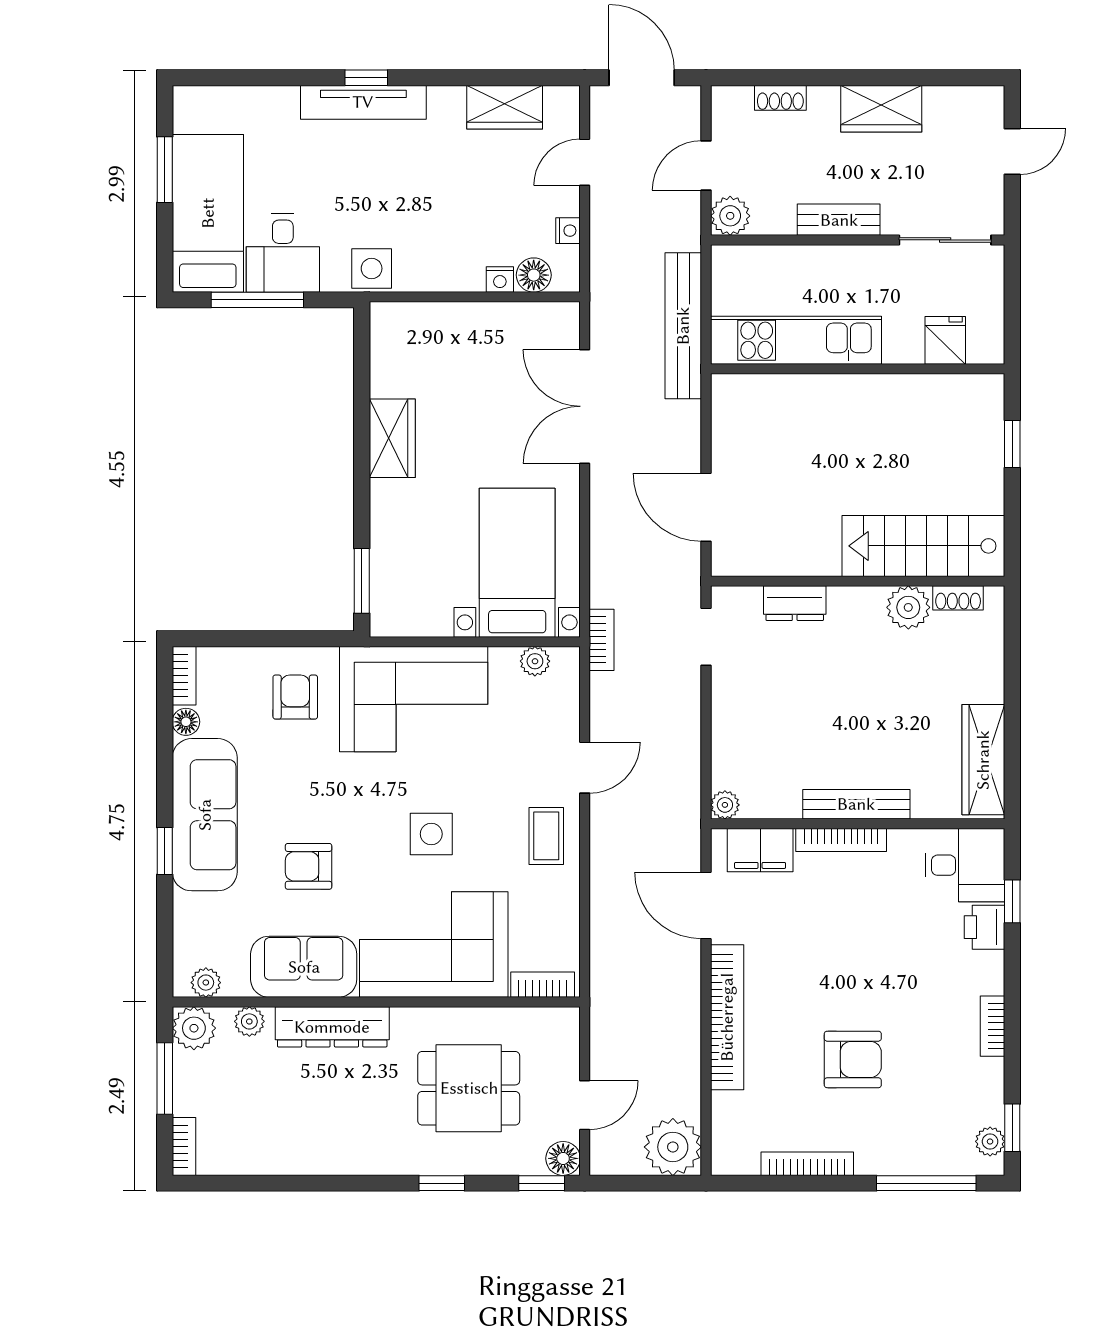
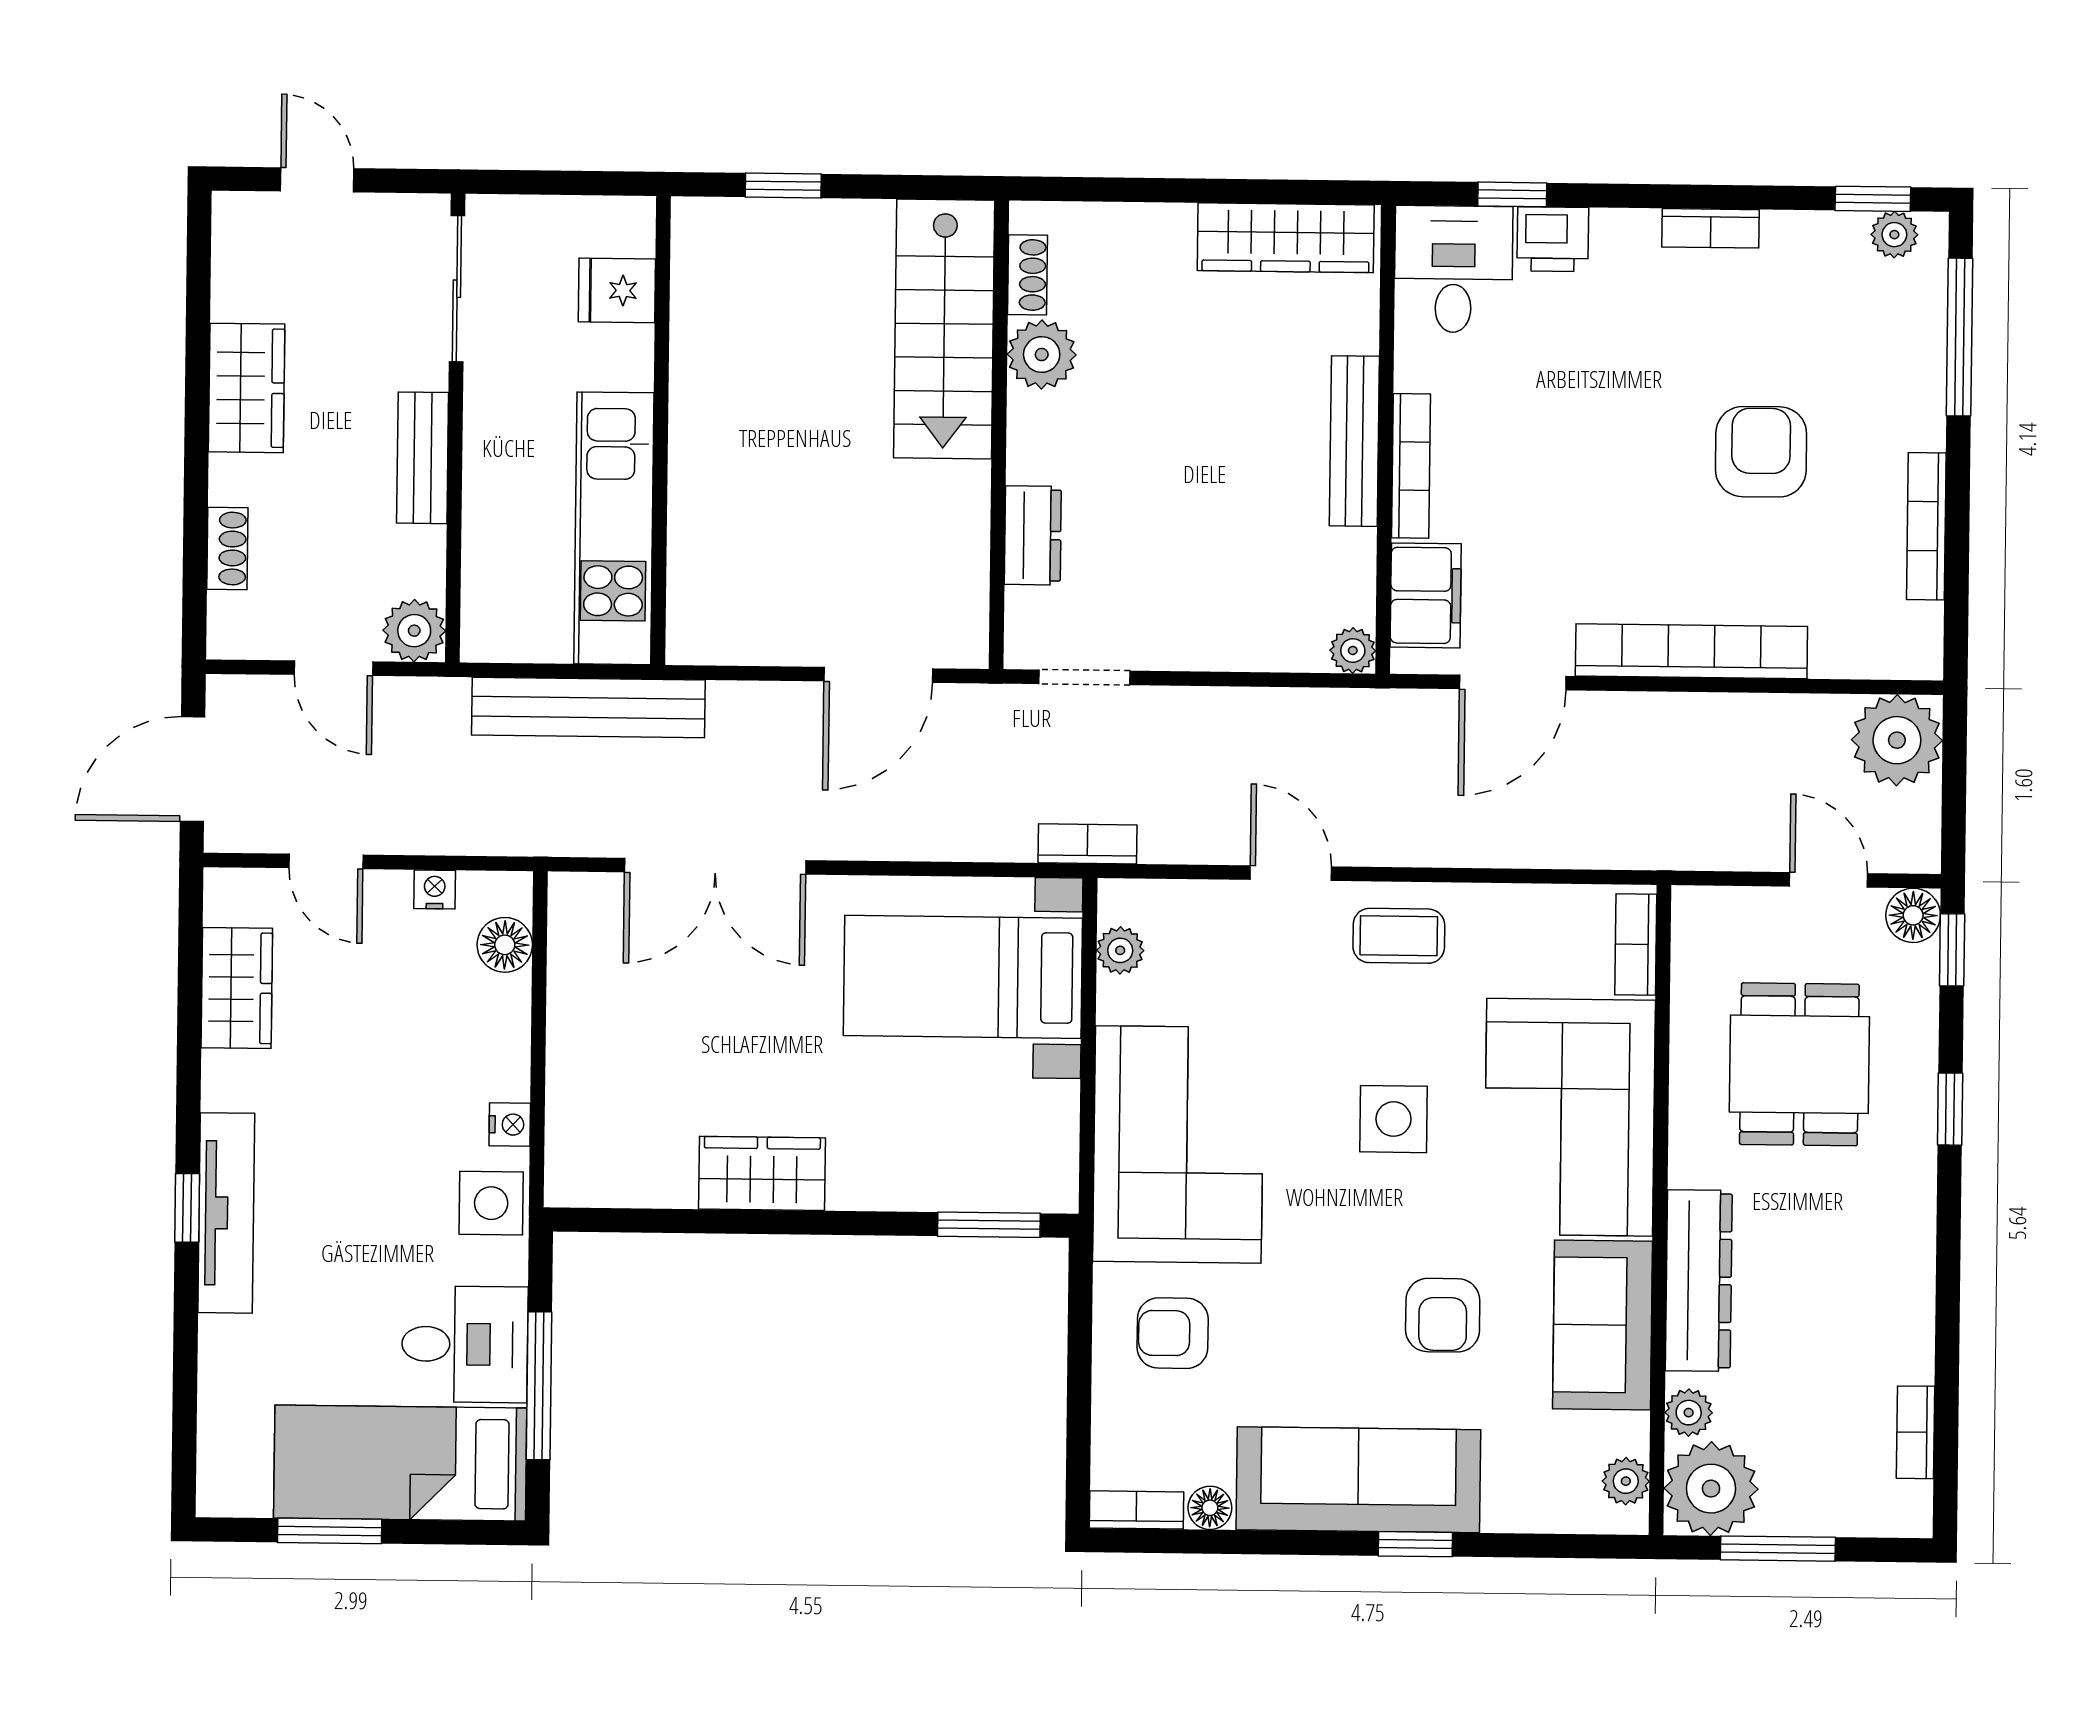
nightstand: (500, 280) -> (510, 1125), moved
plant: (194, 1028) -> (1711, 1489), width x1.36, depth x1.36
bookcase: (184, 1147) -> (1916, 1432), moved, turned -90

